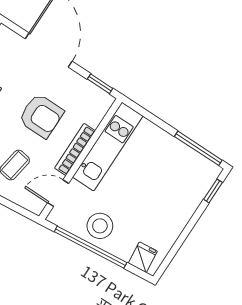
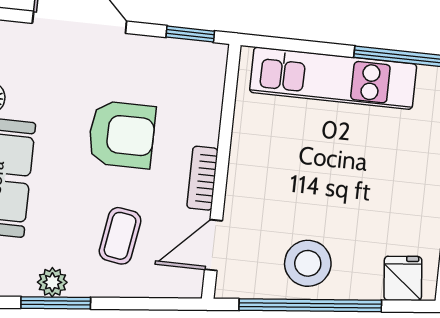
kitchen unit: (108, 146) -> (333, 78), moved, turned 90
bookcase: (75, 149) -> (202, 178), width x0.64

